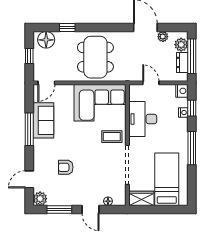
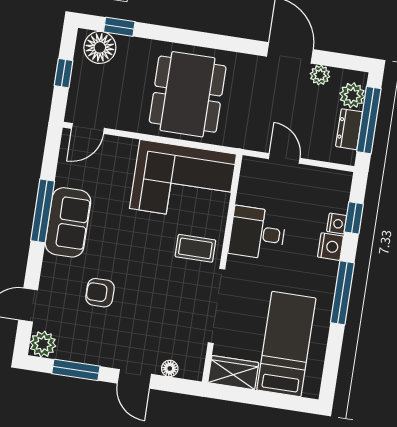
window: (67, 27) -> (119, 27), moved
nightstand: (182, 91) -> (330, 247), moved
desk: (143, 119) -> (257, 233), width x0.73
sofa: (43, 120) -> (68, 222), moved

